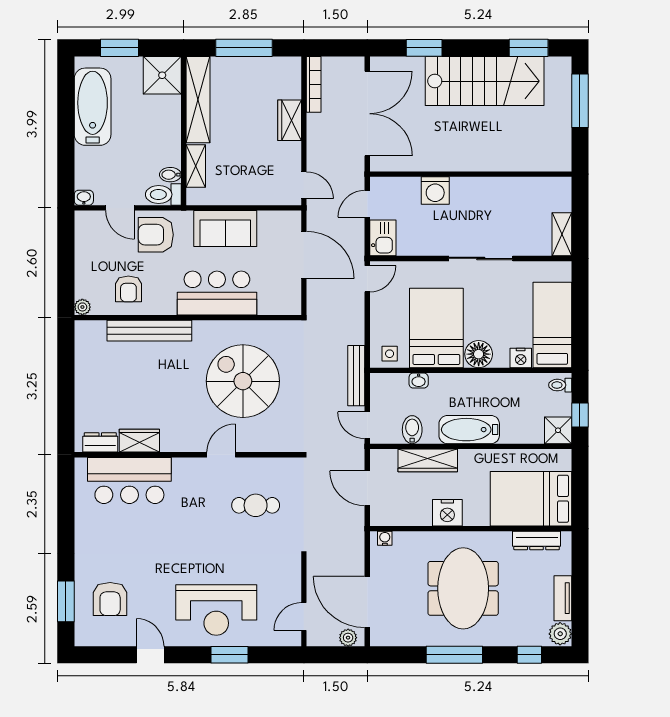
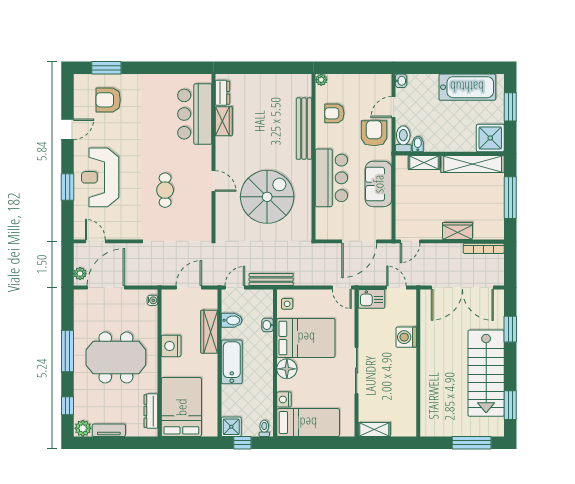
cafe table: (256, 505) -> (165, 190), moved

